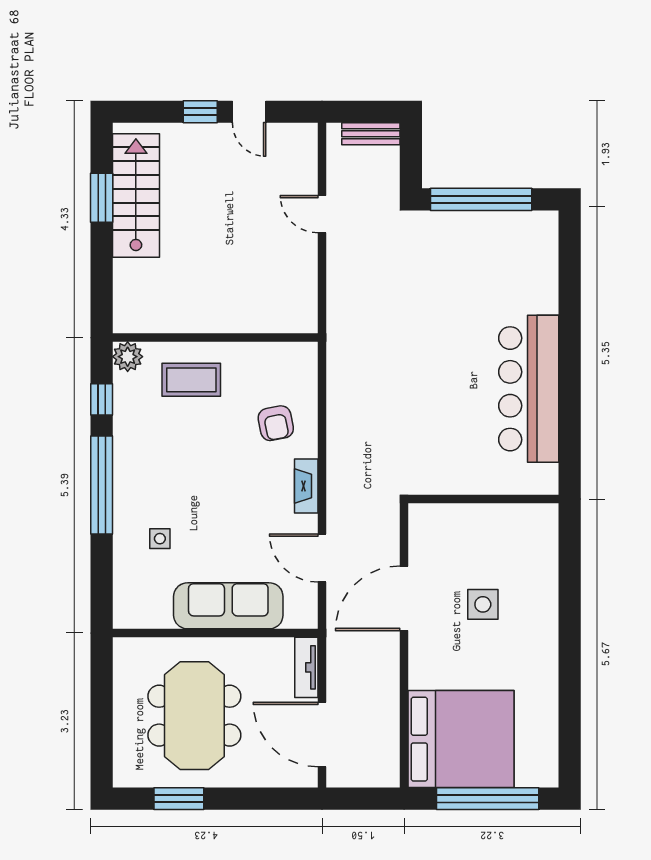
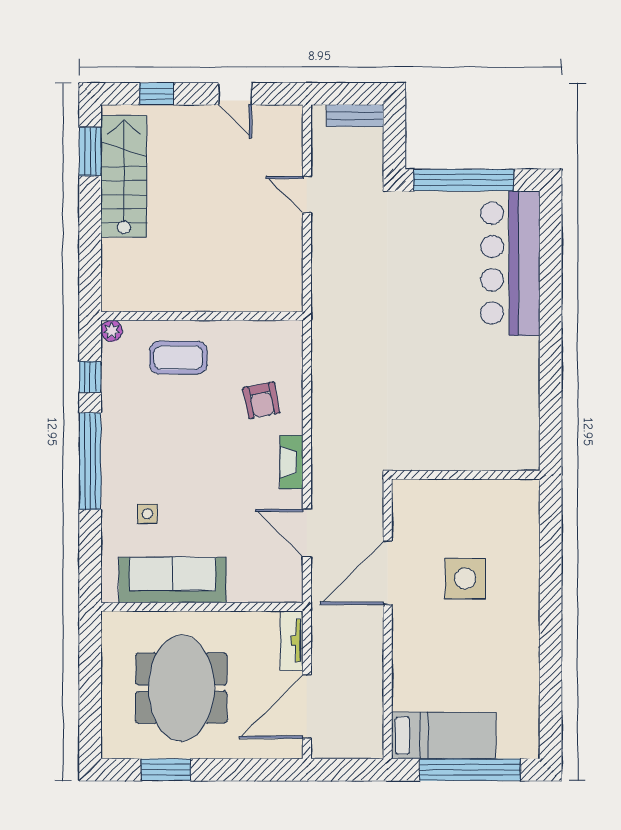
window: (200, 112) -> (157, 94), moved
window: (102, 198) -> (90, 151), moved
plant: (128, 357) -> (112, 331), width x0.73, depth x0.73
bar counter: (529, 389) -> (510, 263), moved
side table: (483, 604) -> (465, 579), width x1.37, depth x1.37
sofa: (228, 606) -> (172, 580), moved
door: (322, 735) -> (307, 707), hinge flipped
bed: (461, 739) -> (444, 736), width x0.49

